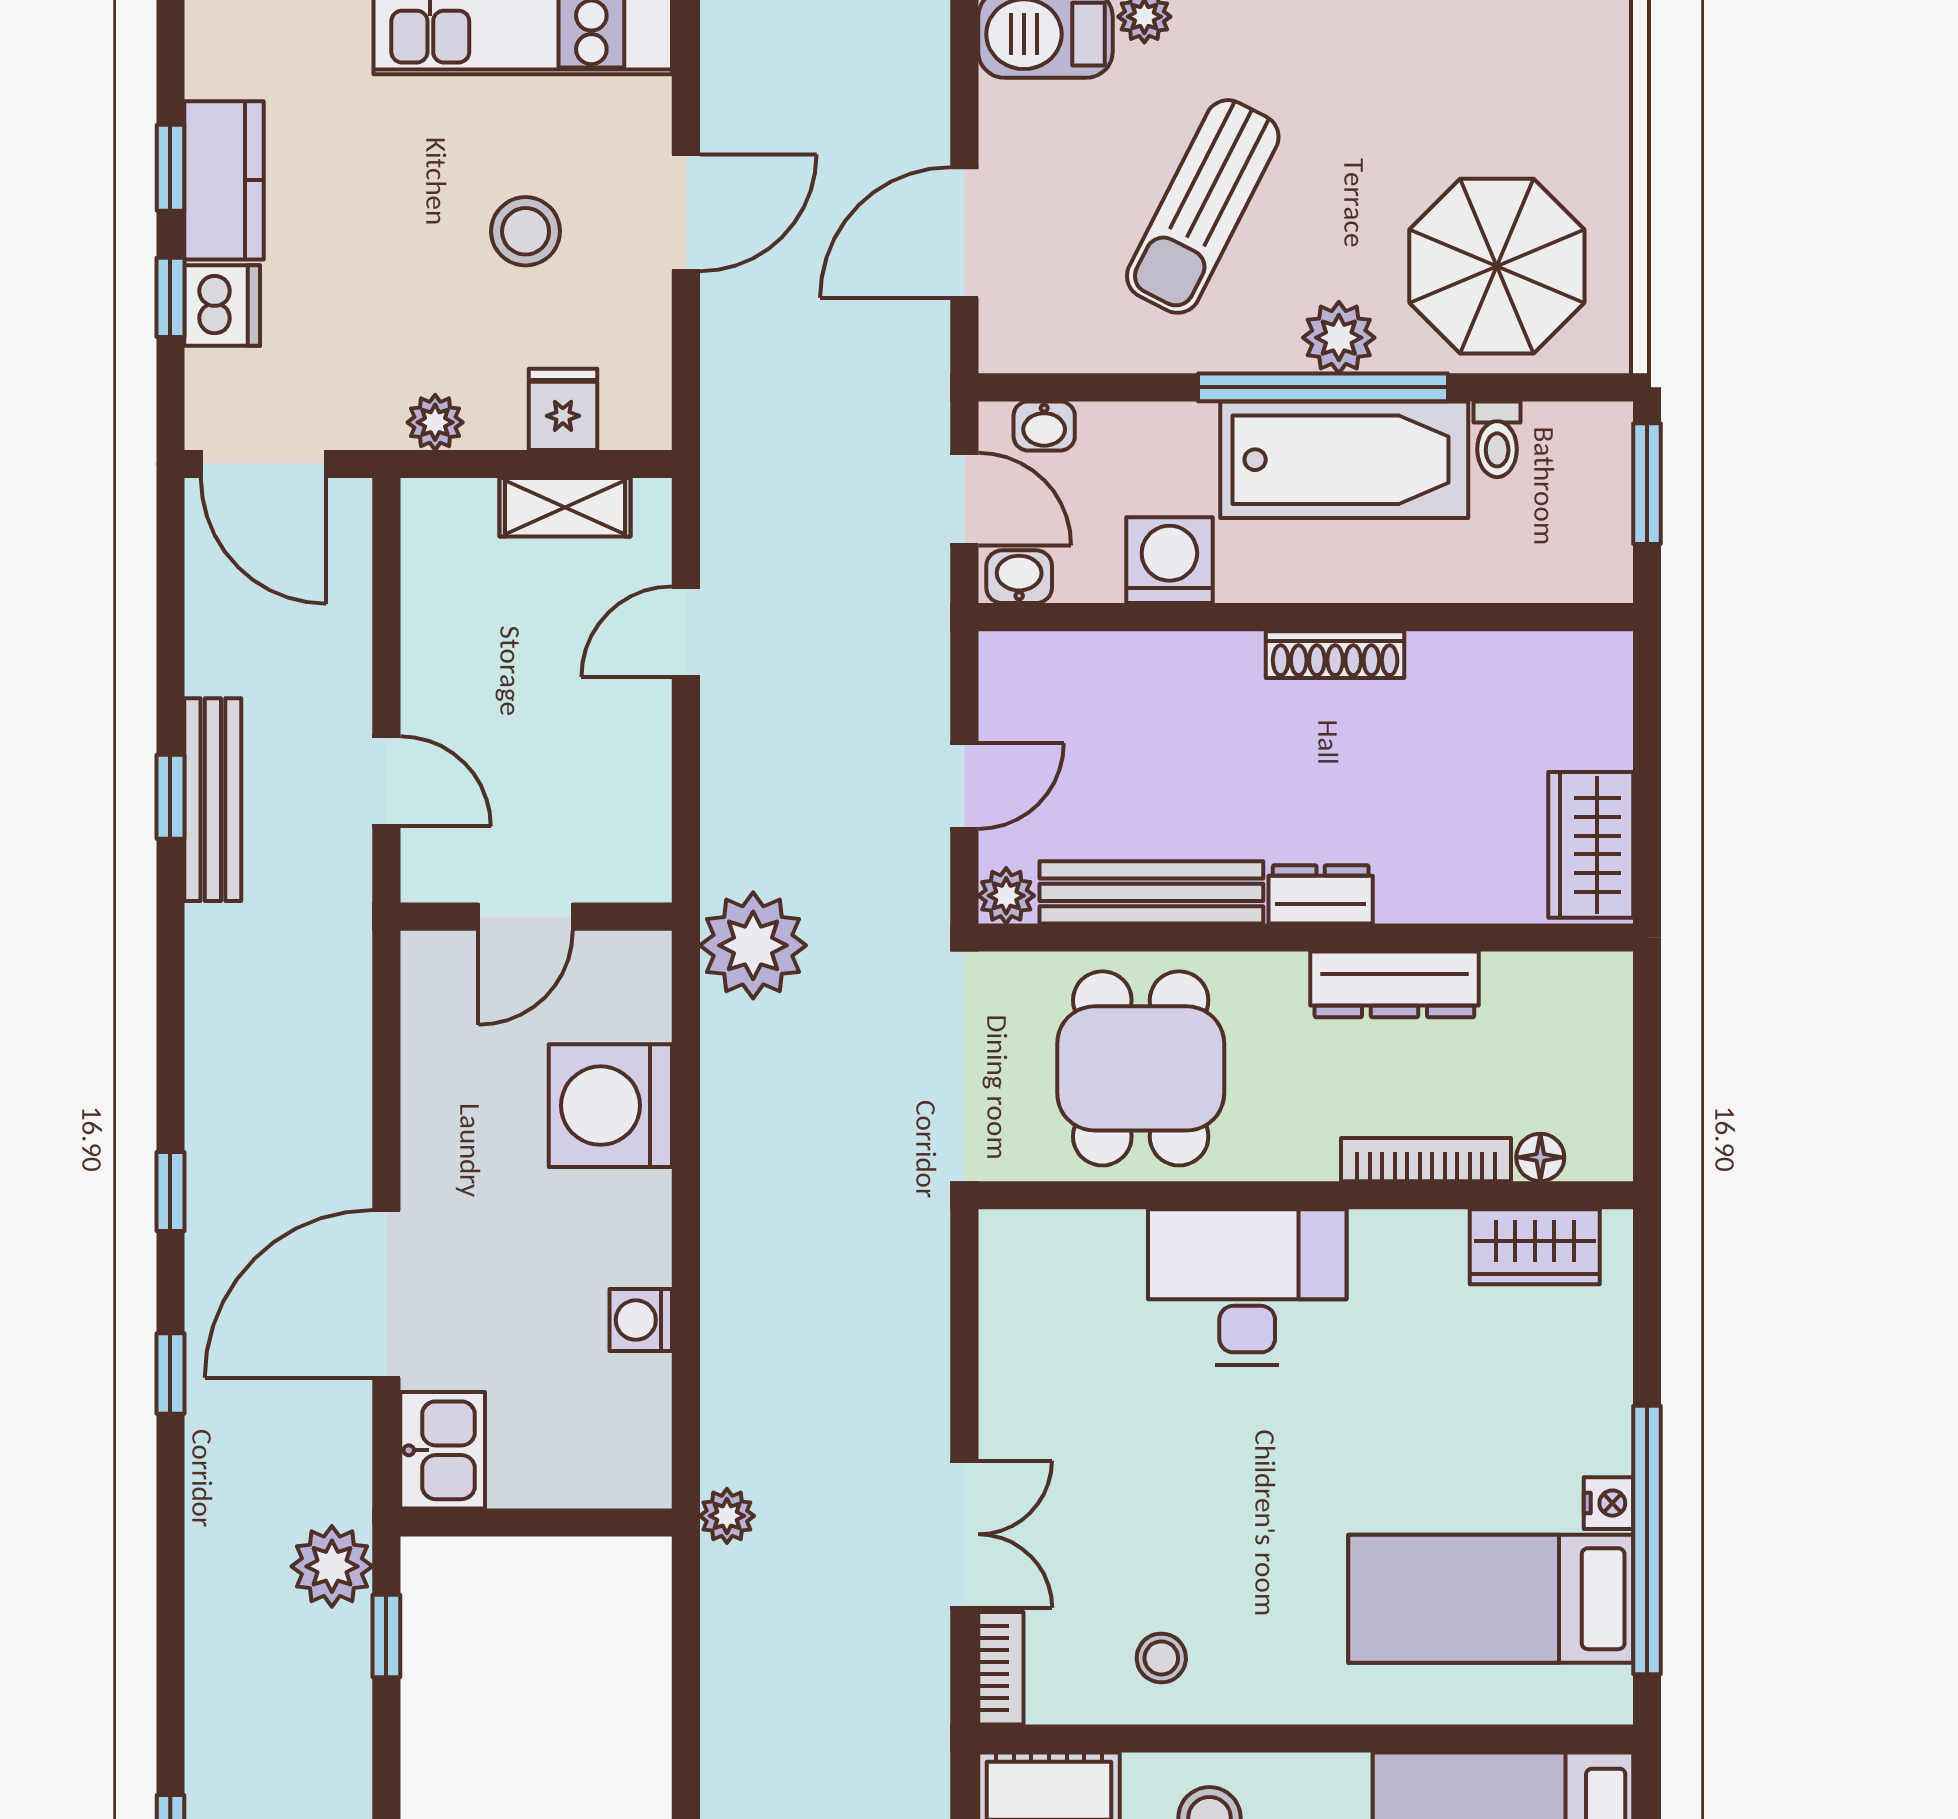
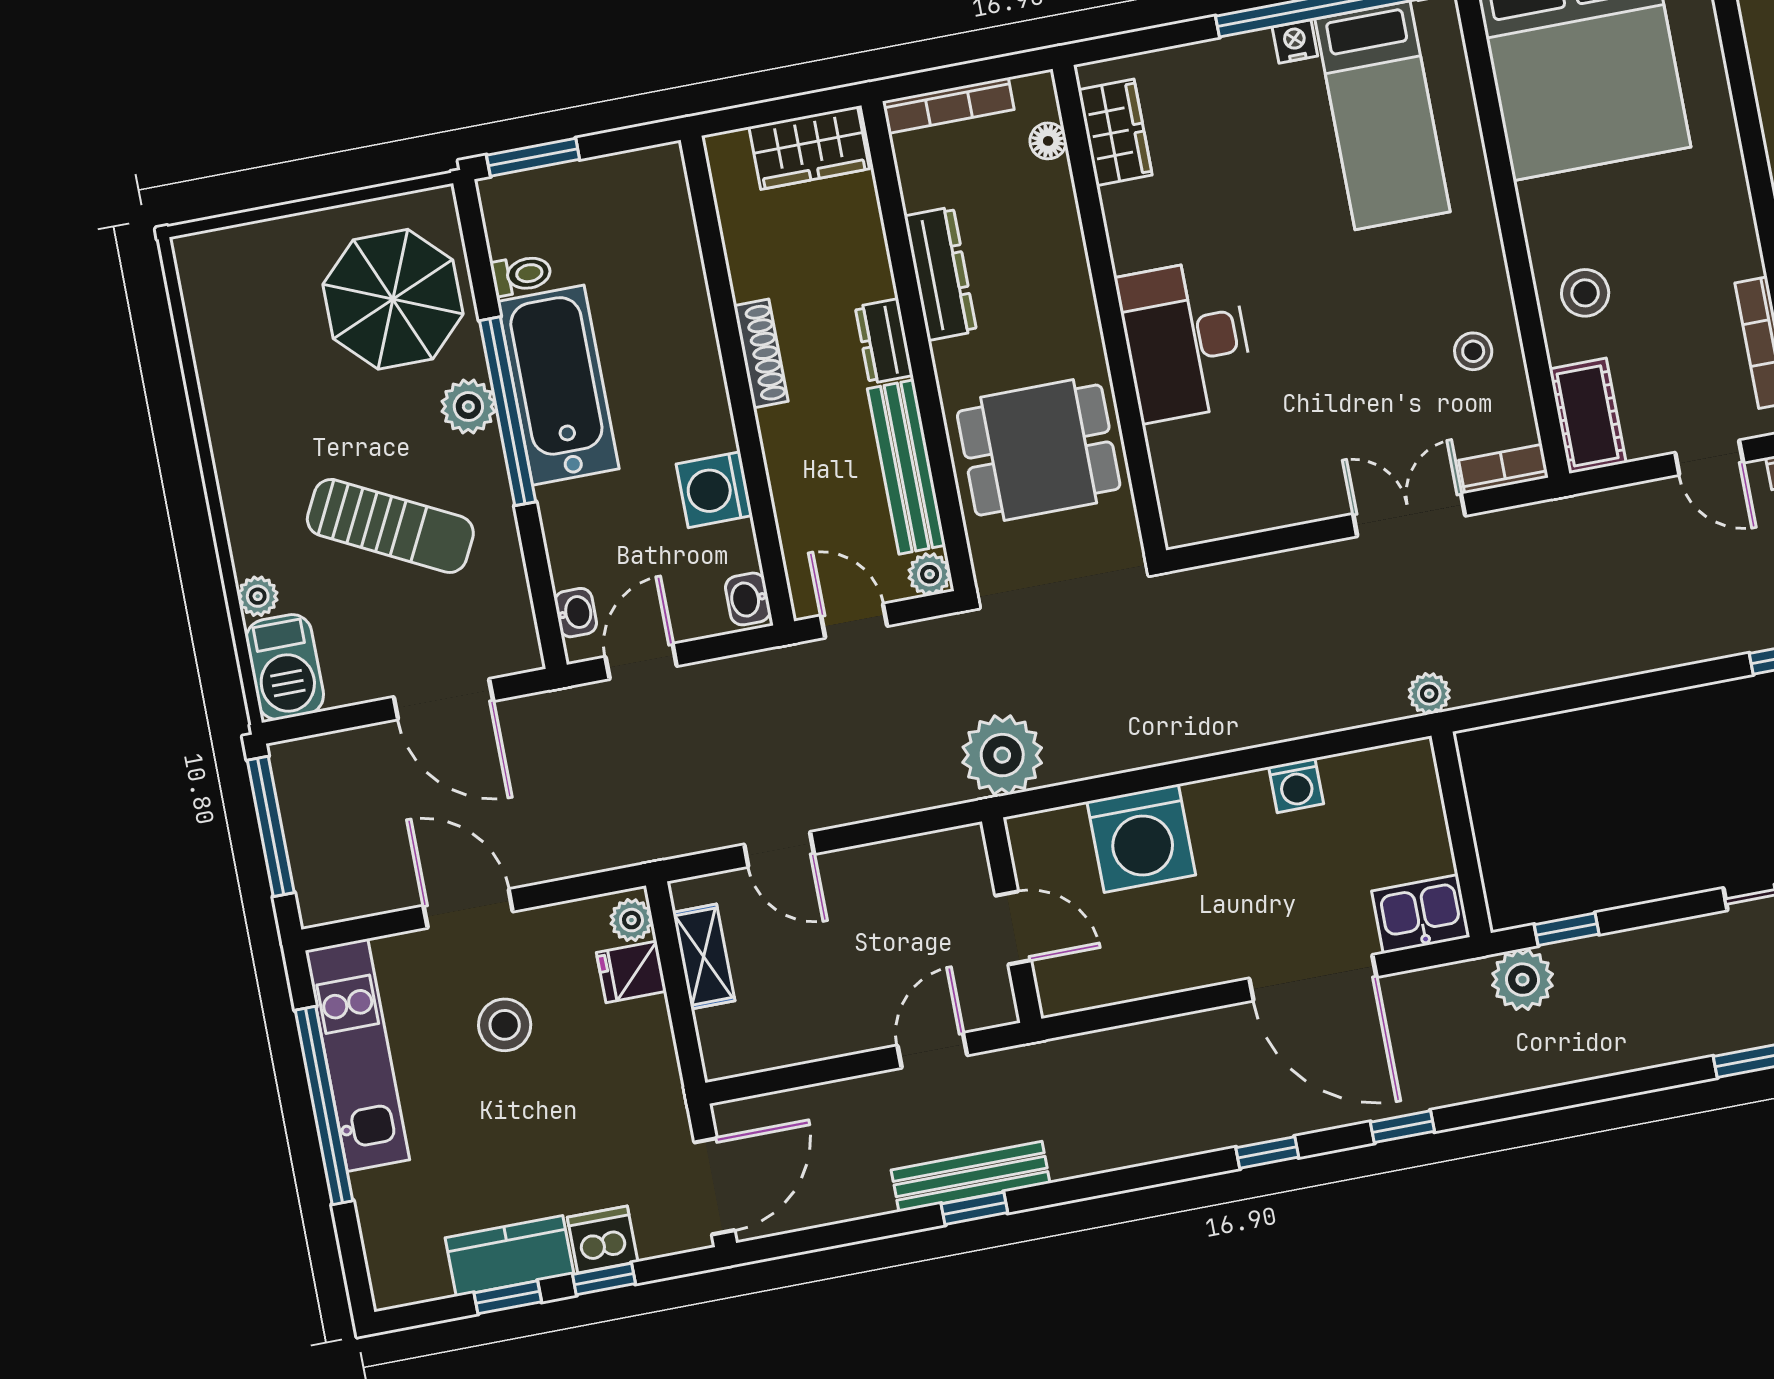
plant: (435, 422) -> (631, 920), moved
washing machine: (1169, 560) -> (714, 490), moved
washbasin: (1019, 577) -> (748, 599), moved
wall: (1306, 617) -> (737, 381), moved
shoe rack: (1335, 655) -> (761, 354), moved
bookcase: (1426, 1160) -> (948, 105), moved, turned -90

